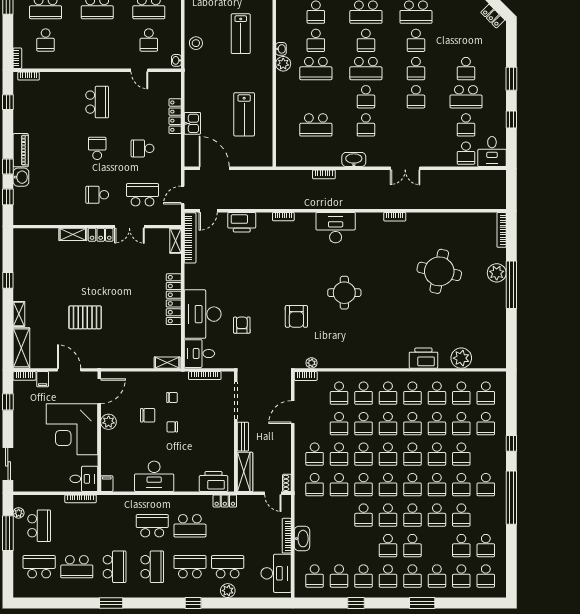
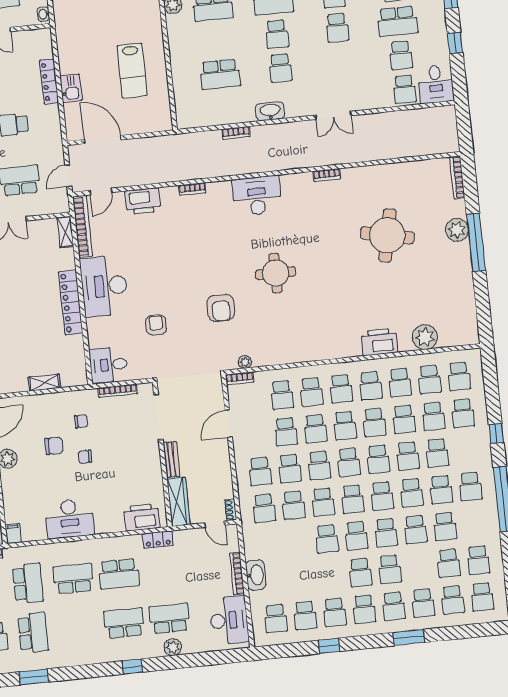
desk: (203, 314) -> (104, 286), moved
shelving: (167, 363) -> (44, 383), moved
school desk: (152, 567) -> (28, 583), moved

